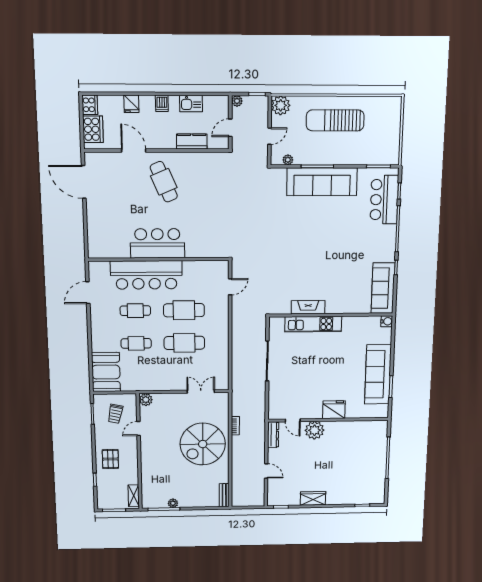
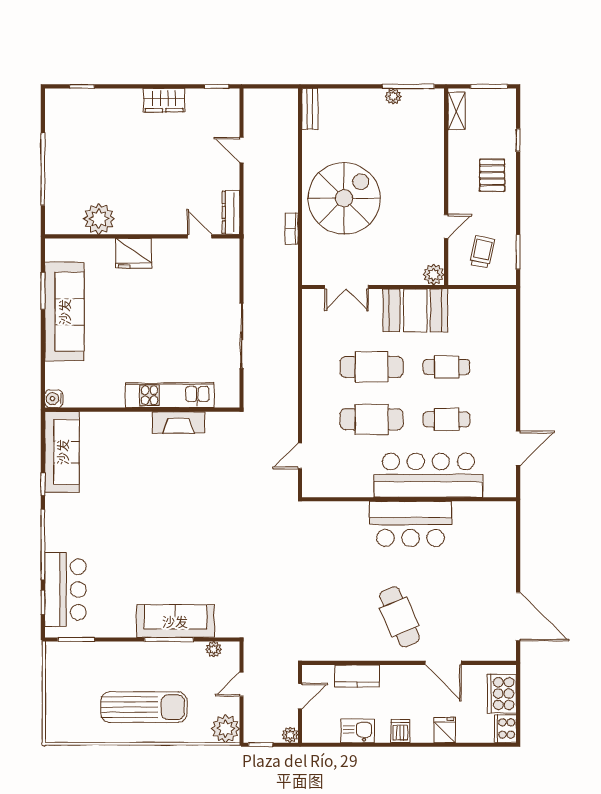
sofa: (322, 182) -> (175, 621), width x0.74, depth x0.79
booth: (106, 372) -> (415, 310), moved, turned 90
plant: (315, 430) -> (99, 219), moved

